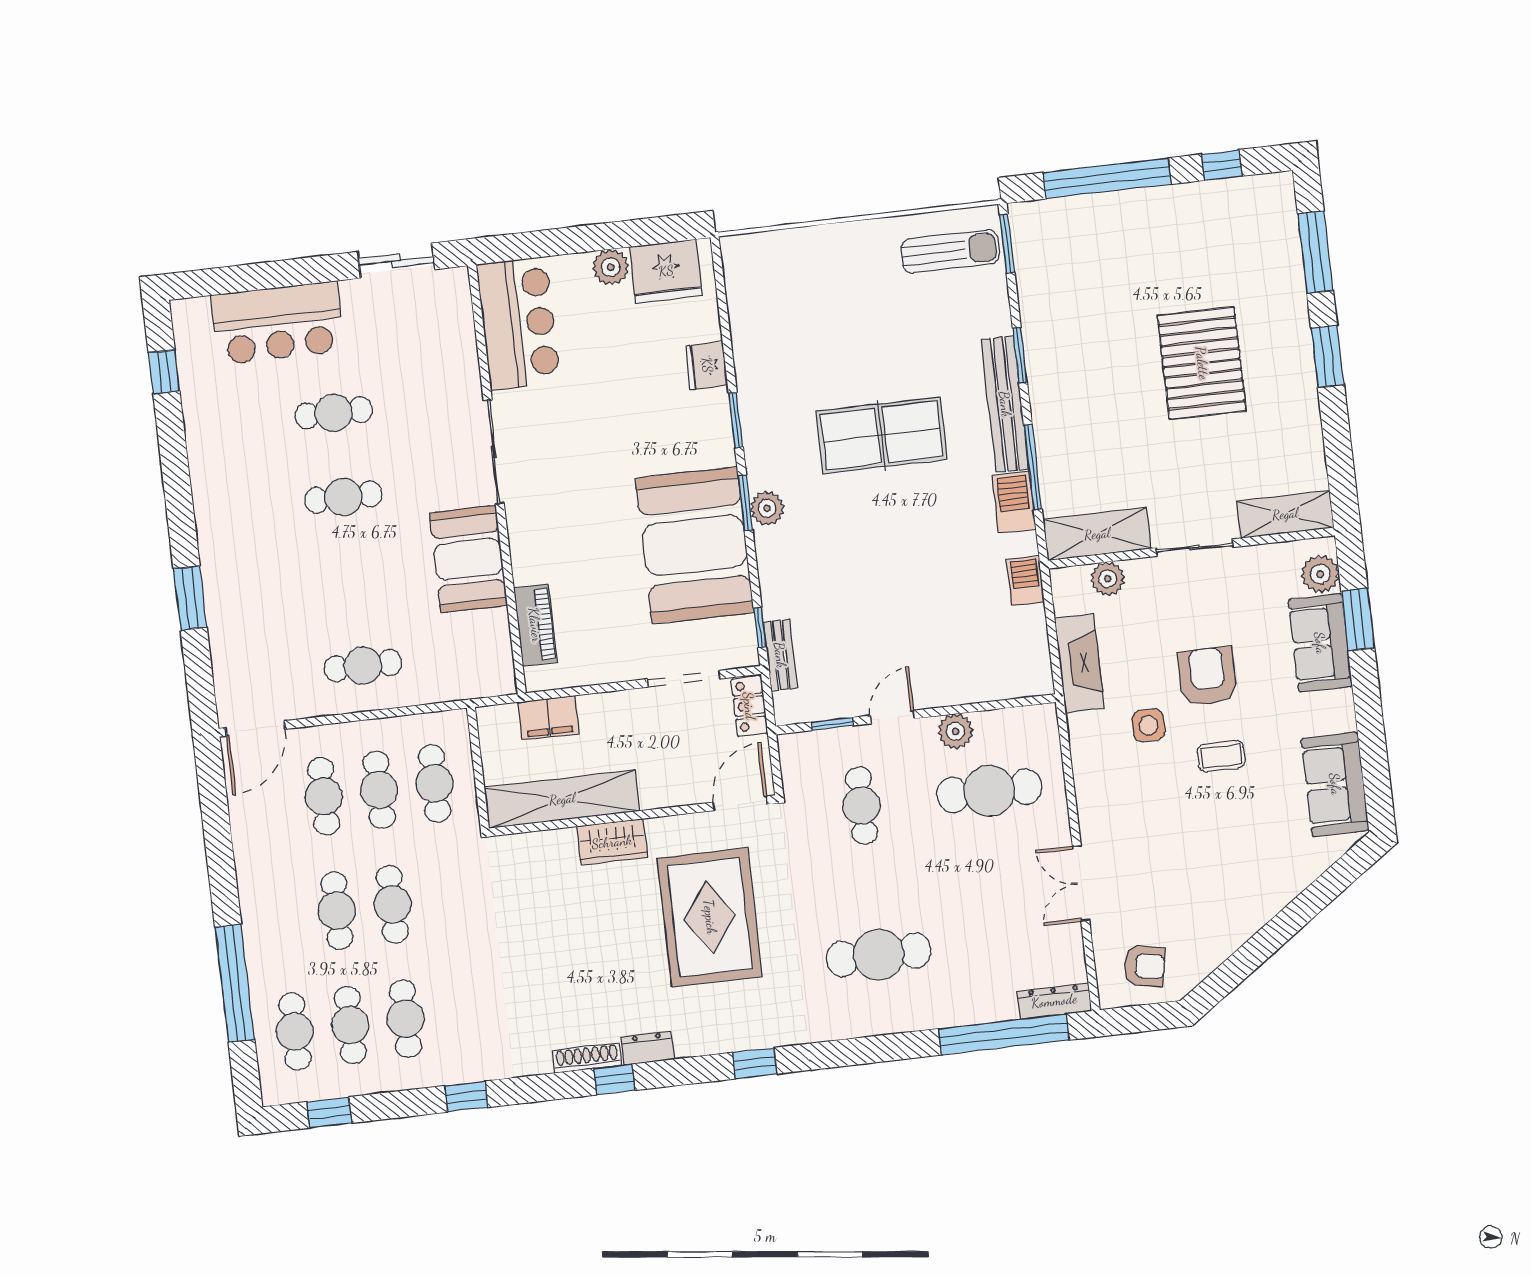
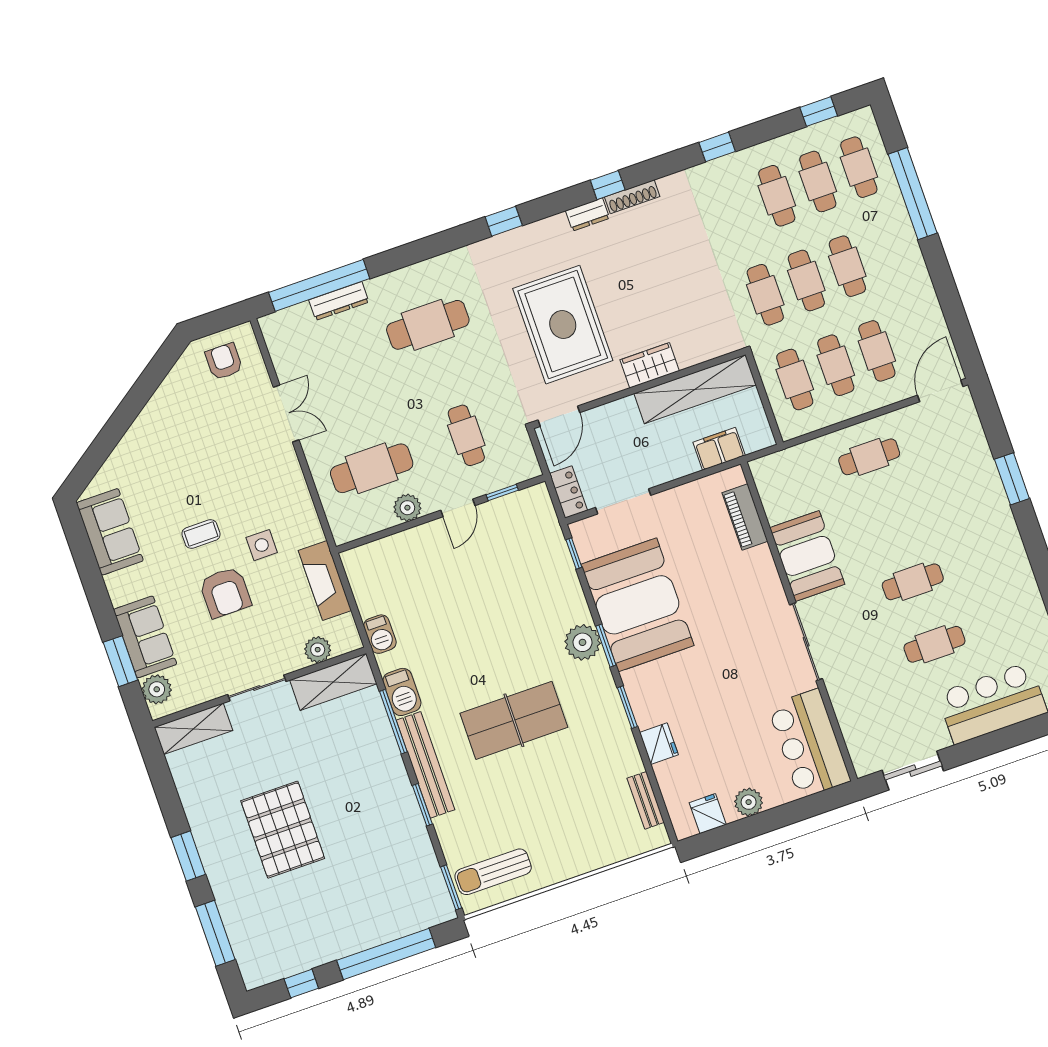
fridge: (666, 271) -> (708, 814), width x0.53, depth x0.75
plant: (767, 508) -> (583, 642), width x1.36, depth x1.36
bench: (780, 655) -> (646, 800), moved
cafe table: (448, 898) -> (765, 295), added
armchair: (1144, 966) -> (224, 361), turned 79
dresser: (1054, 1001) -> (339, 301), moved

